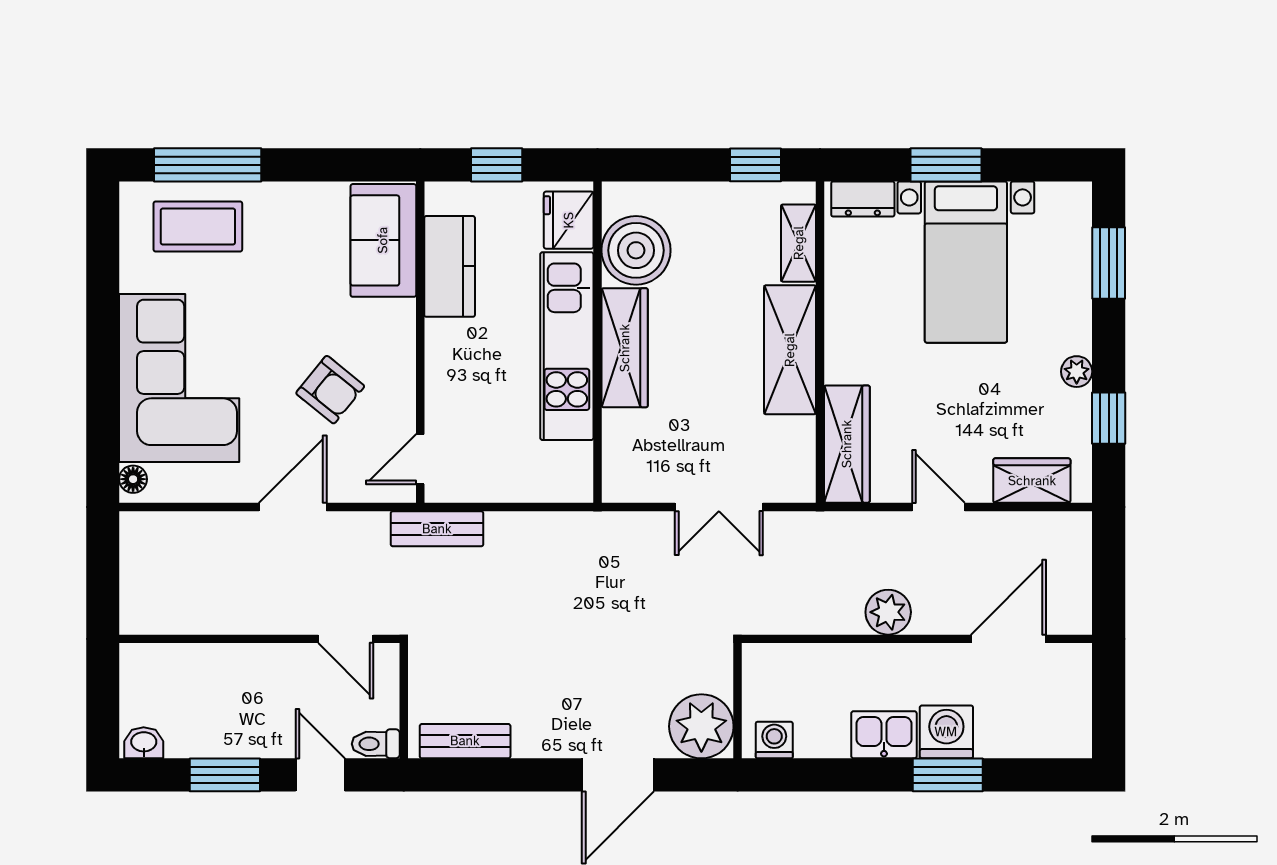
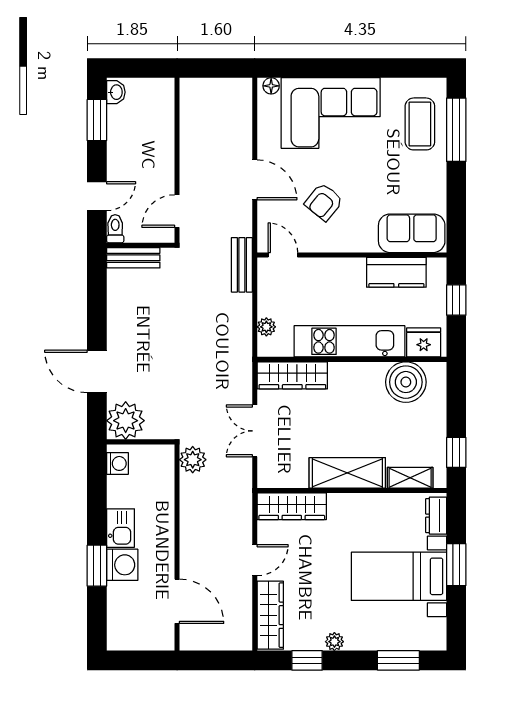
wardrobe: (625, 348) -> (292, 375), moved
wardrobe: (1032, 481) -> (270, 615), width x1.50
plant: (542, 487) -> (266, 327), added
plant: (888, 612) -> (193, 460), moved
bench: (465, 741) -> (133, 258), moved, turned 90
window: (225, 775) -> (97, 120), moved

